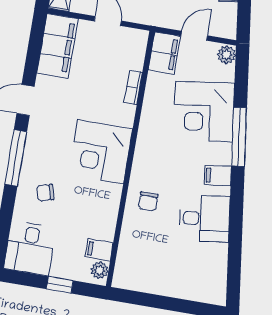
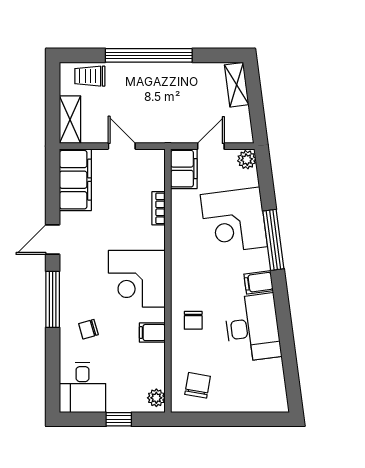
desk: (205, 218) -> (253, 328), width x1.37
filing cabinet: (99, 250) -> (152, 333), moved
chair: (142, 265) -> (198, 385), added

